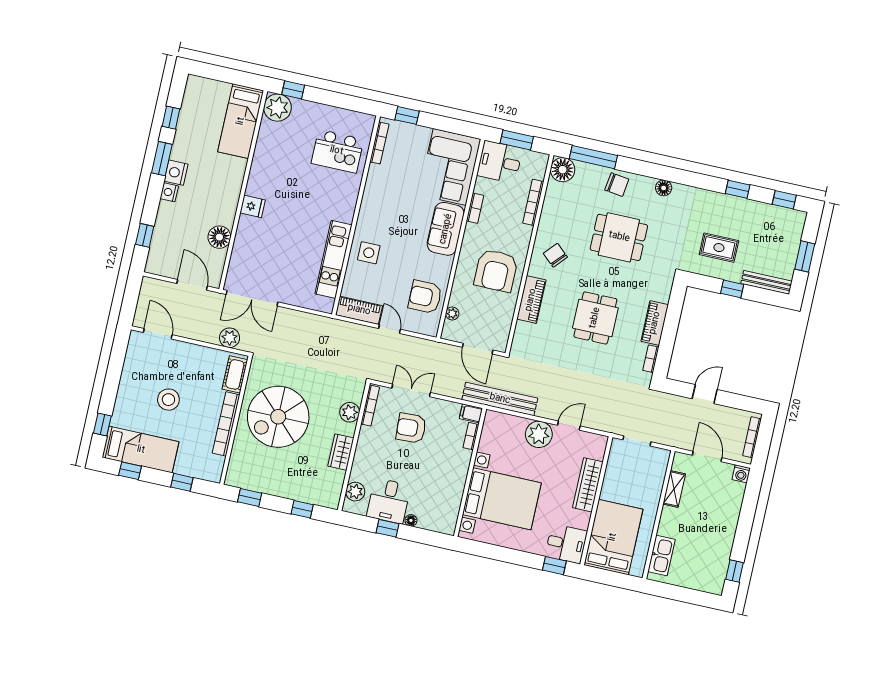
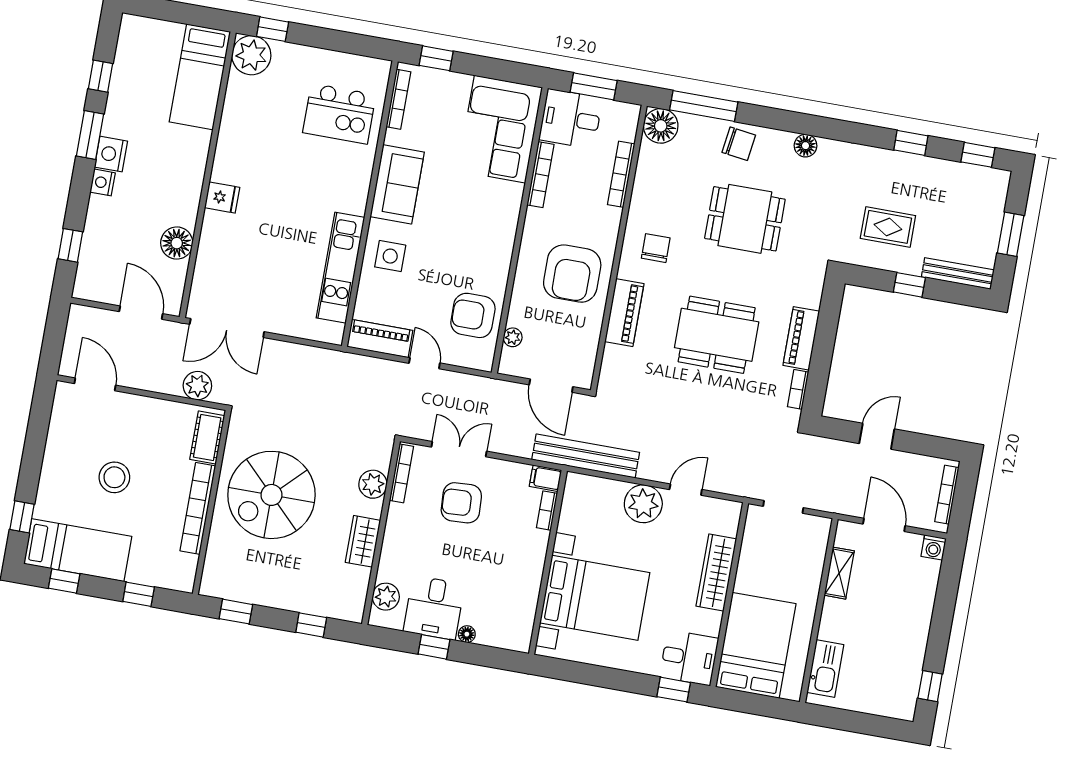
bookcase: (475, 208) -> (540, 175), width x1.56
sofa: (446, 229) -> (397, 184), moved, turned 180
chair: (555, 255) -> (656, 248), turned 48
dining table: (595, 318) -> (717, 335), width x1.37

